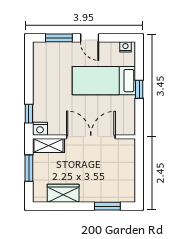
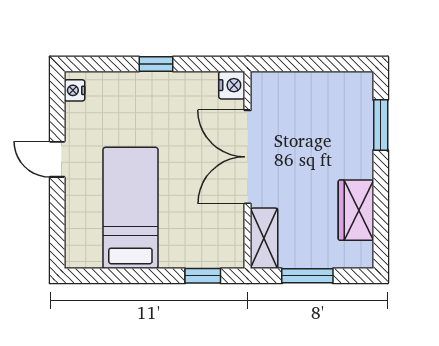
window: (59, 38) -> (57, 218), removed
door: (90, 38) -> (57, 159), swing flipped
bed: (104, 81) -> (130, 208), moved, turned 180
nightstand: (40, 129) -> (232, 85), moved

